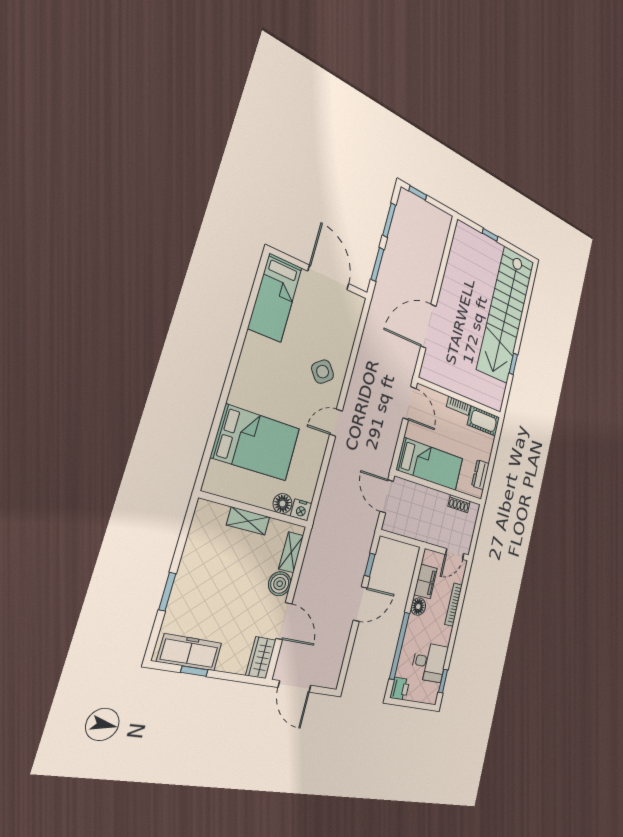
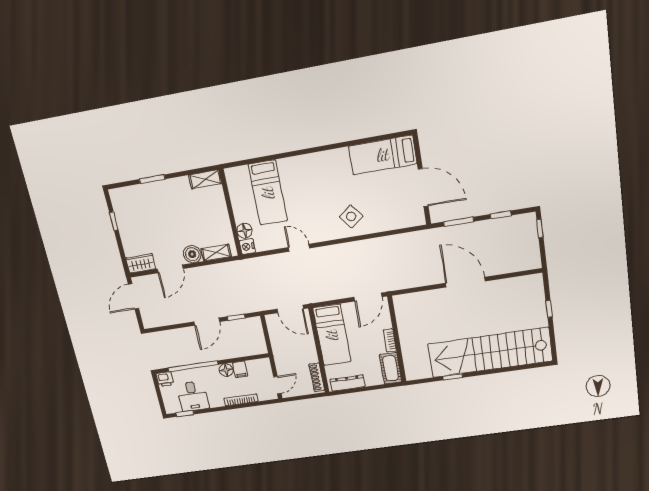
window: (389, 220) -> (501, 215), width x0.67
door: (329, 278) -> (423, 188), hinge flipped
door: (428, 326) -> (465, 282), moved
door: (336, 423) -> (299, 248), moved
bed: (256, 443) -> (268, 193), width x0.67
dresser: (480, 475) -> (348, 383), width x1.44
door: (387, 496) -> (290, 309), swing flipped
shoe rack: (459, 504) -> (317, 377), width x1.43
shelving: (248, 521) -> (205, 179), moved, turned 90
door: (455, 554) -> (277, 385), swing flipped
filing cabinet: (426, 581) -> (240, 369), width x0.50
door: (360, 604) -> (207, 322), hinge flipped
freezer: (189, 652) -> (123, 212), removed

